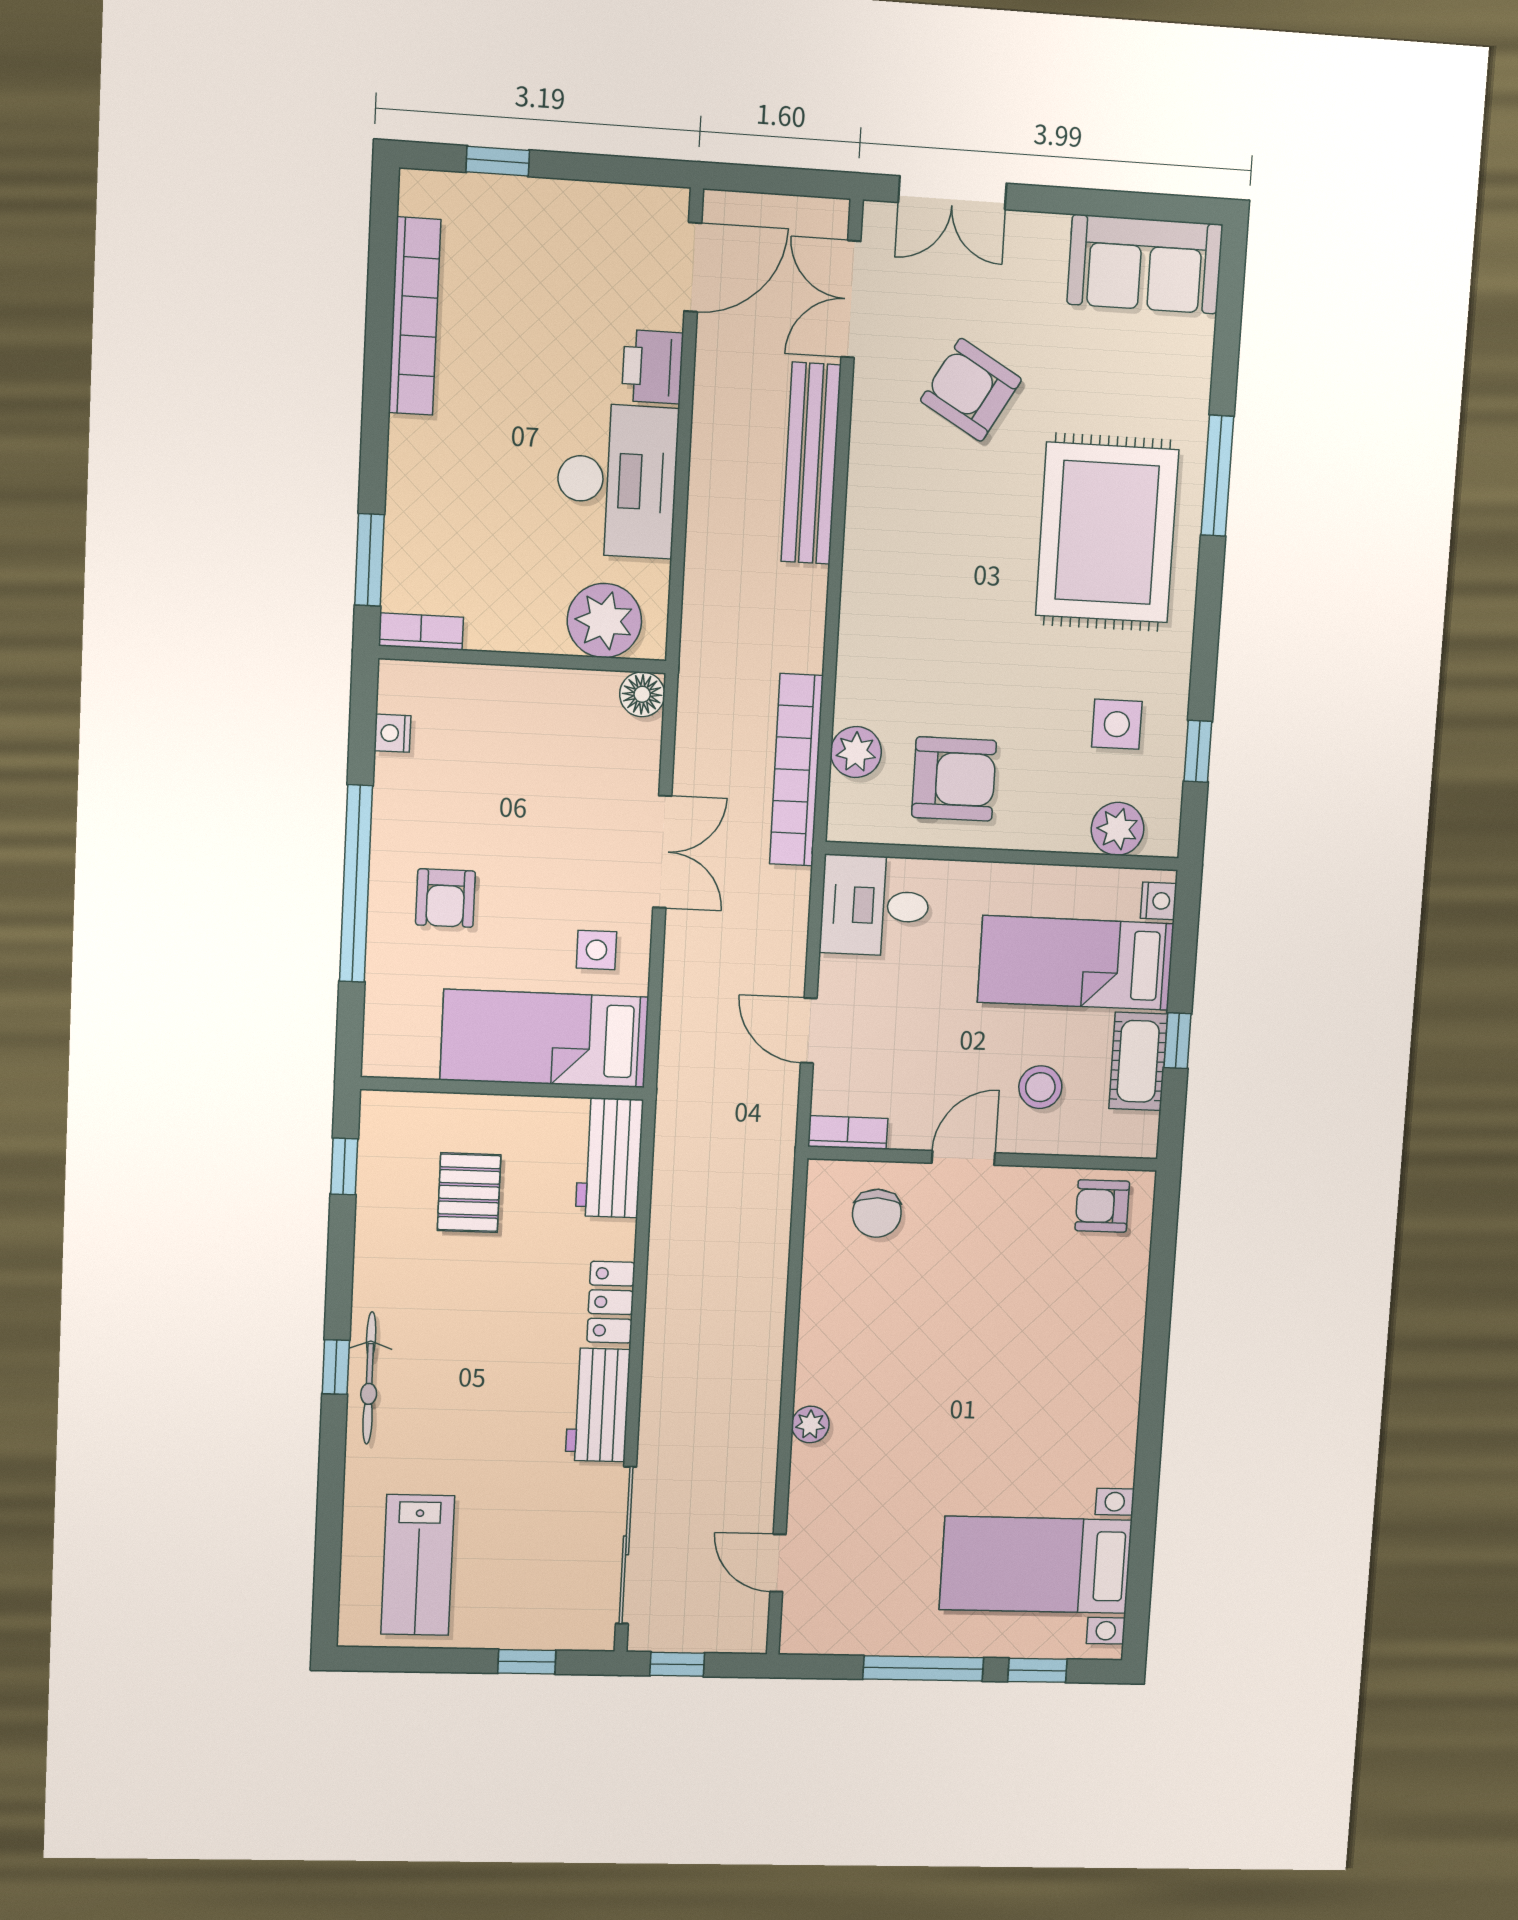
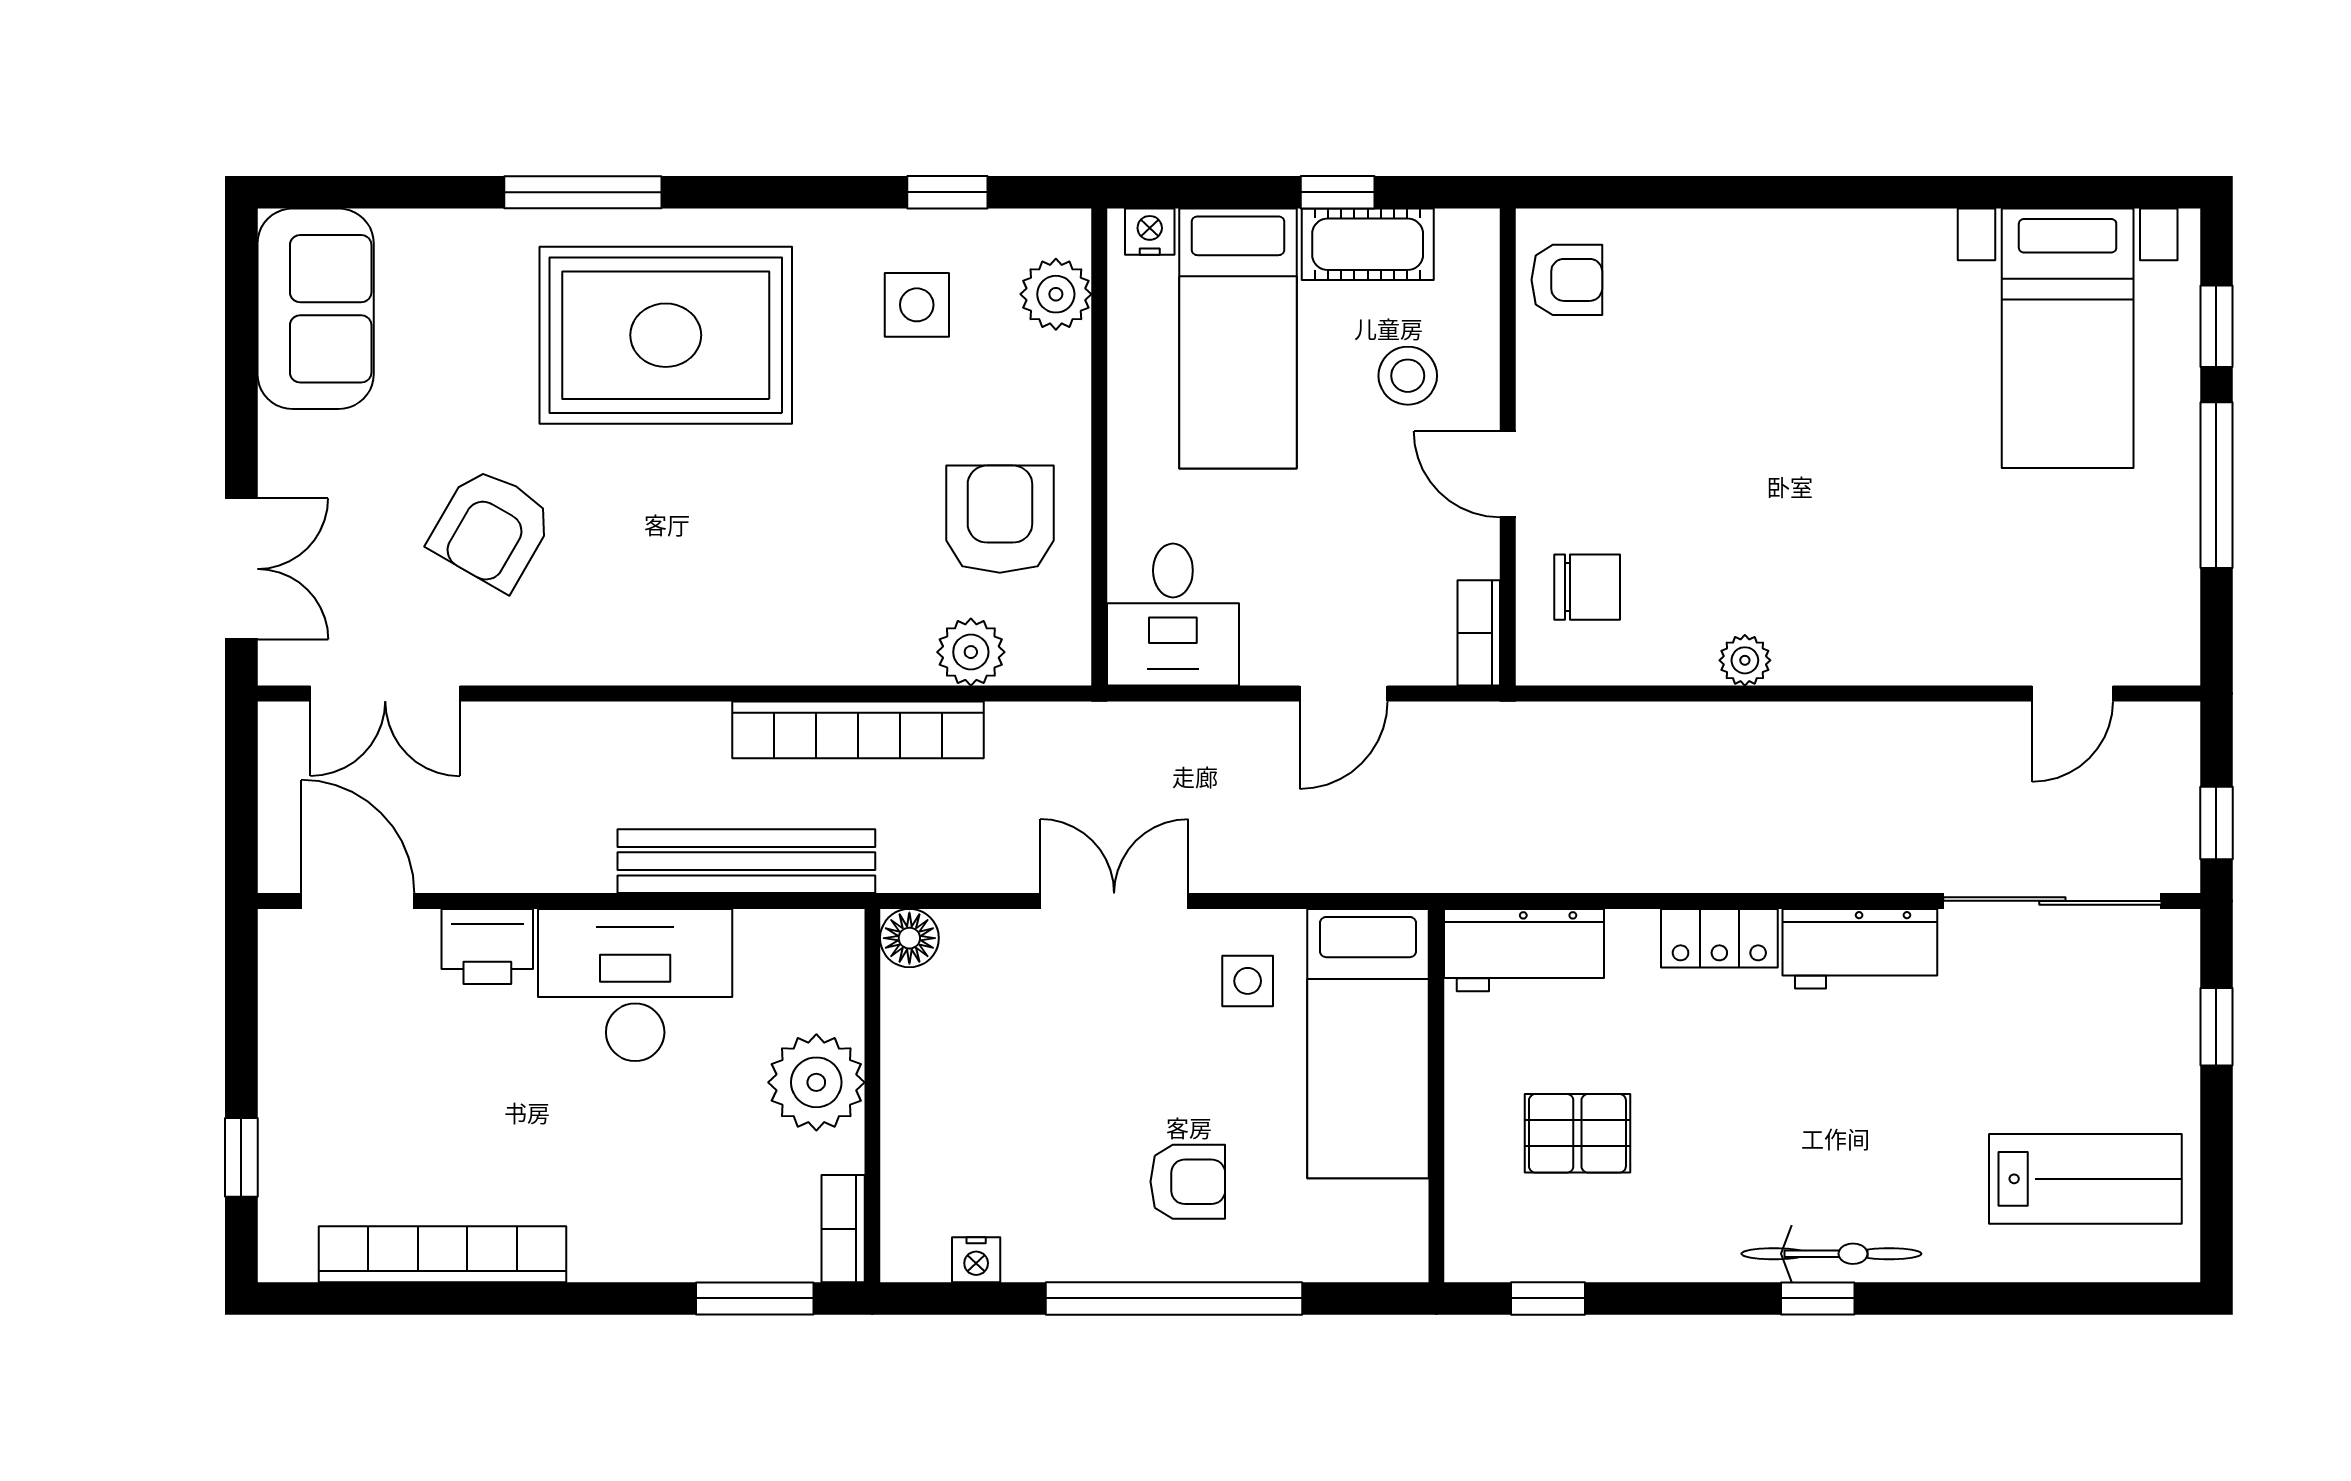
bench: (811, 463) -> (746, 861), moved
plant: (604, 621) -> (816, 1082), moved
bookcase: (796, 770) -> (858, 730), moved
armchair: (1102, 1206) -> (1567, 280), turned -90
plant: (810, 1424) -> (1745, 660), moved

